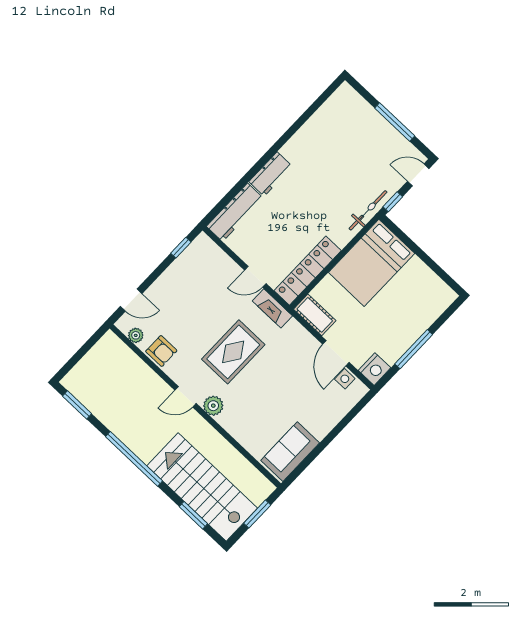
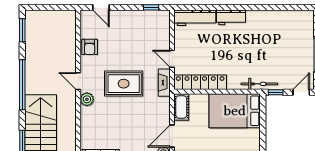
door: (418, 175) -> (301, 92), hinge flipped
plant: (136, 335) -> (85, 27), removed

